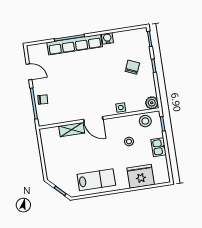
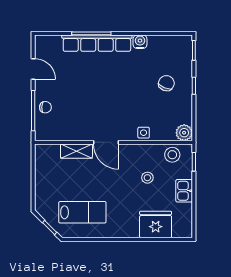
lab bench: (96, 180) -> (82, 212), moved

